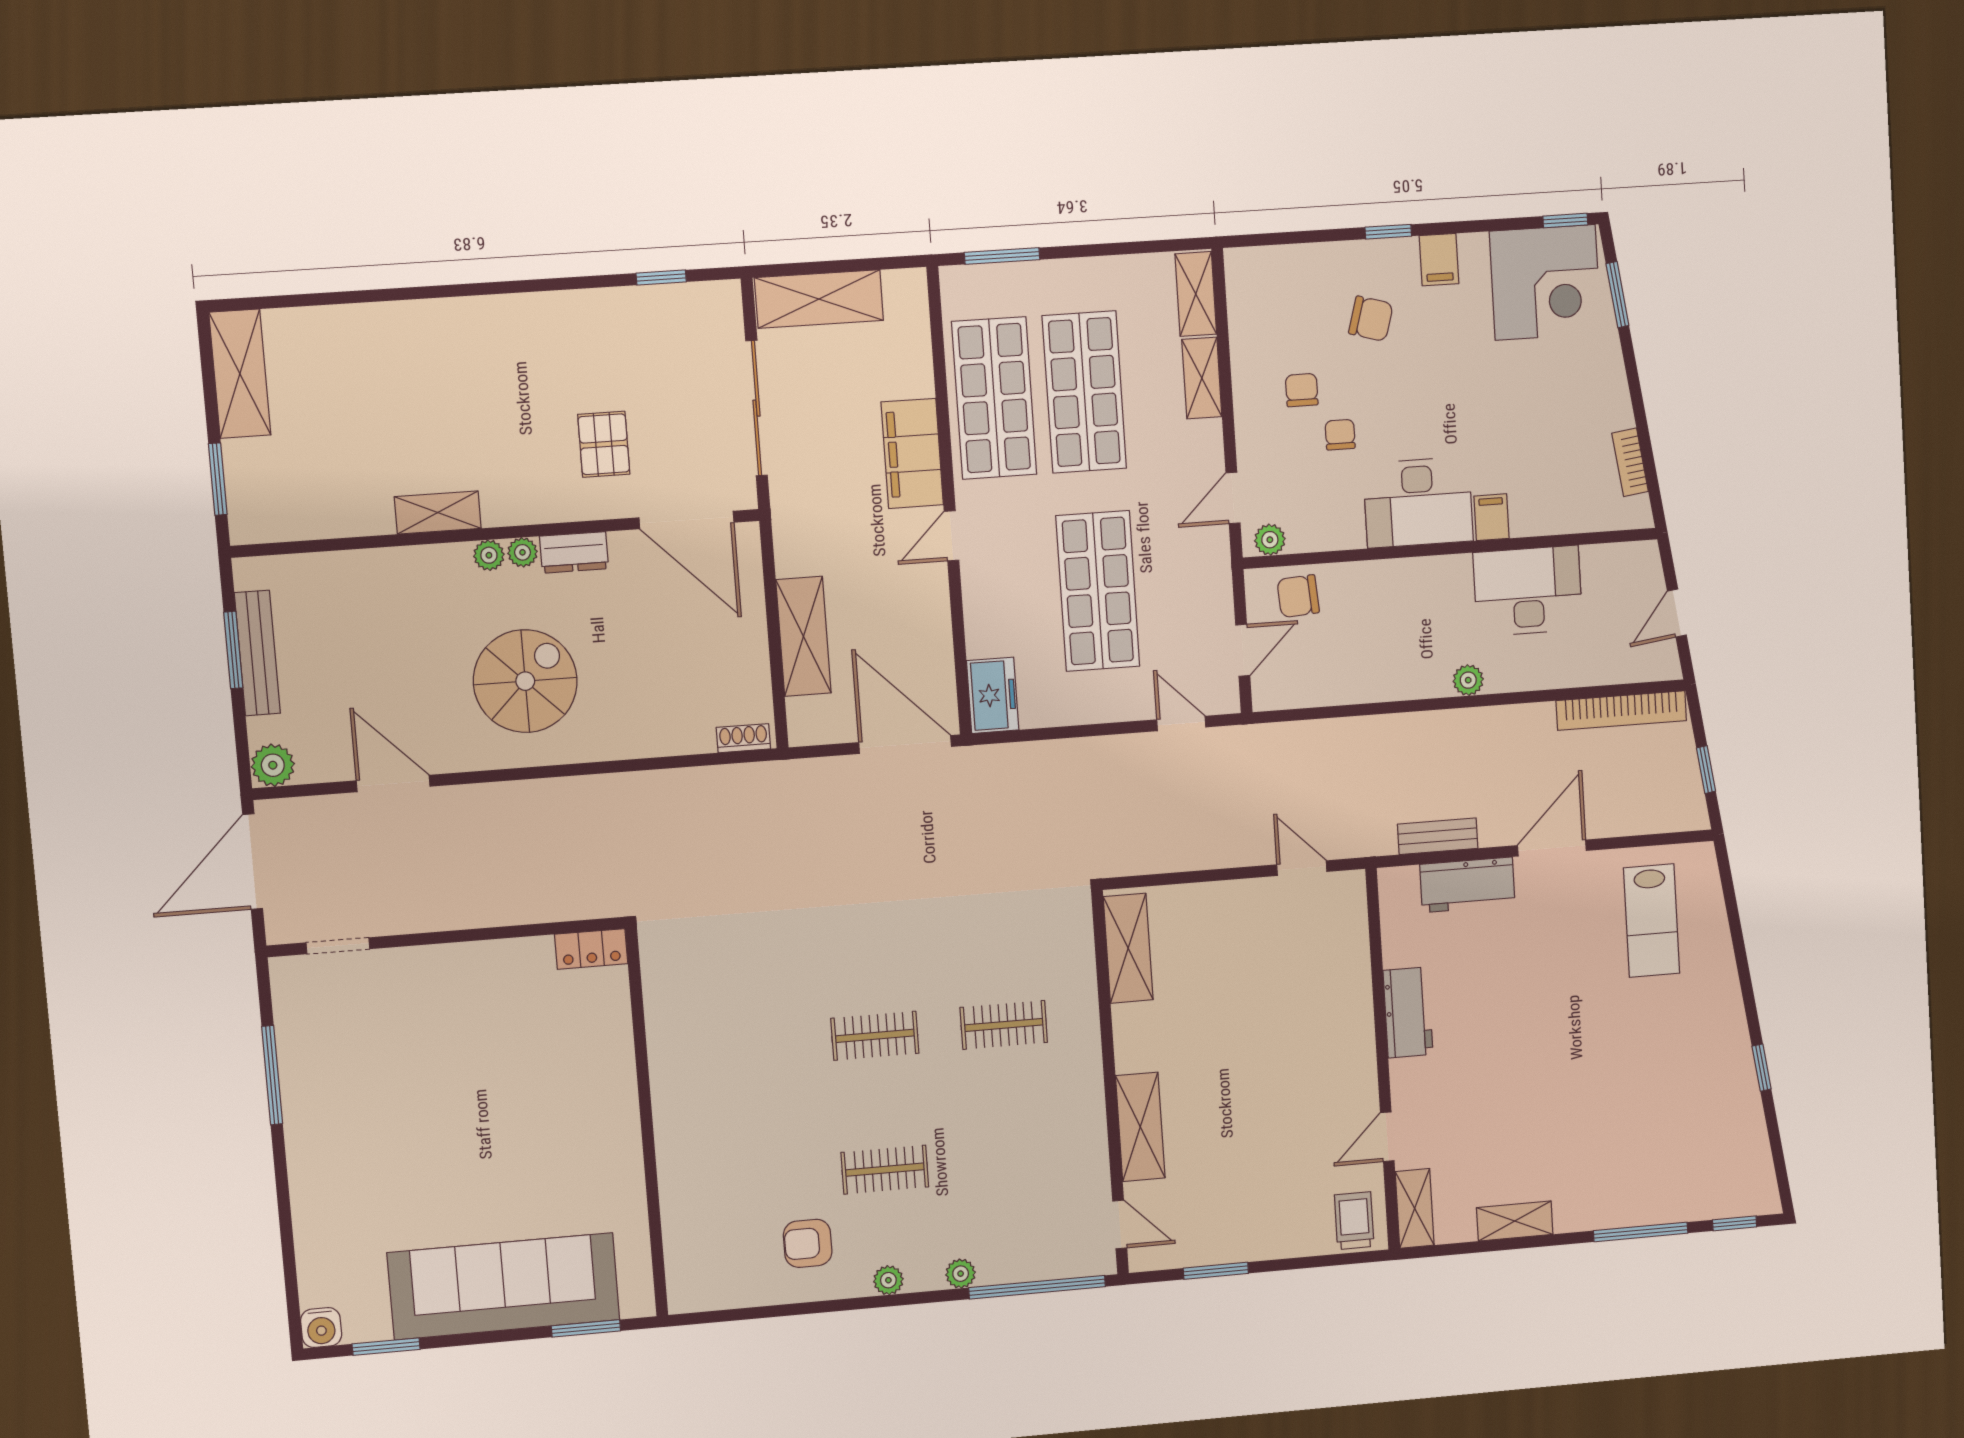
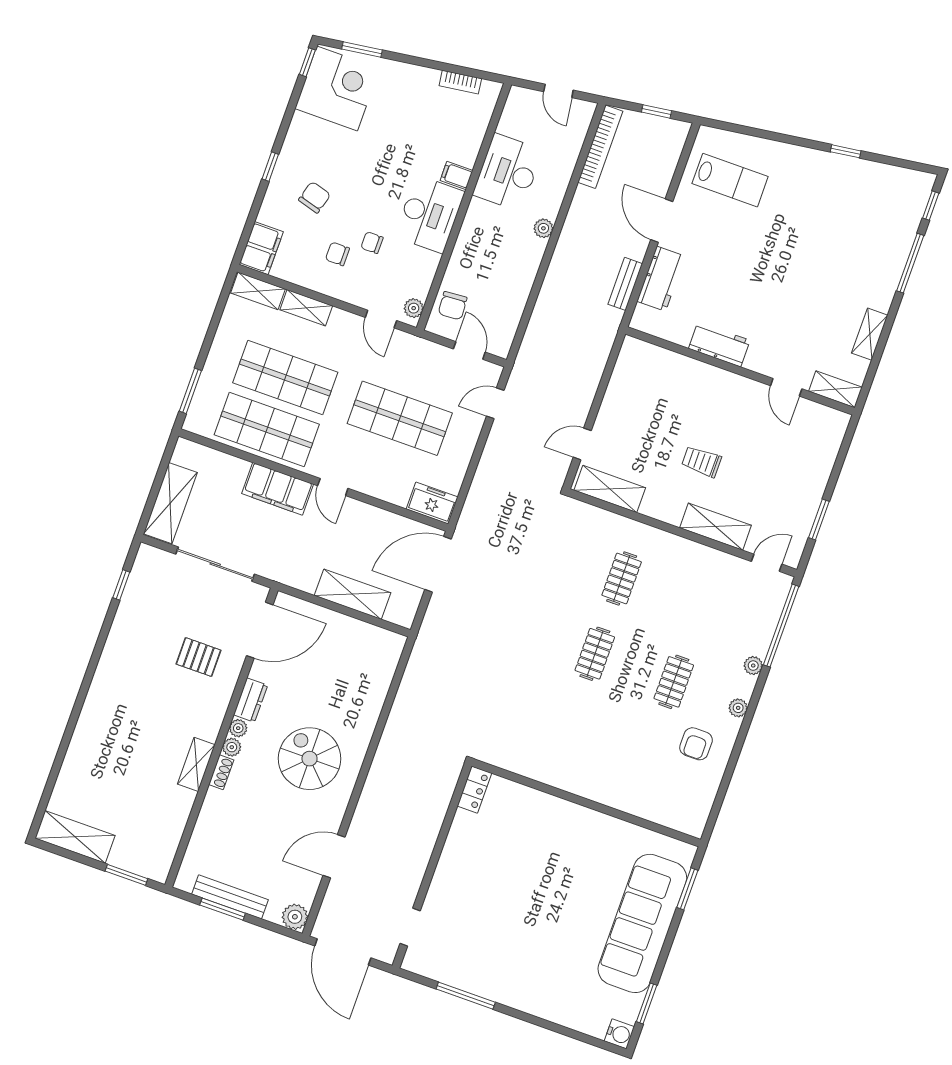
filing cabinet: (1439, 260) -> (261, 248), moved, width x2.00
shoe rack: (743, 738) -> (221, 772), moved, turned 180
door: (1302, 868) -> (582, 444), moved
trolley: (1354, 1221) -> (701, 462), moved

